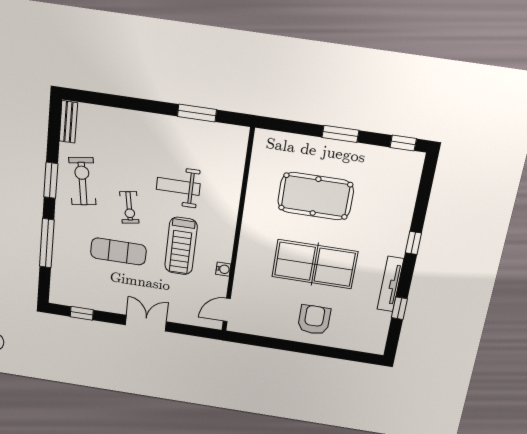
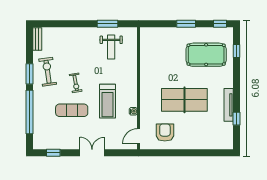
weight bench: (178, 186) -> (111, 47), moved, turned -90
pool table: (316, 196) -> (206, 55), moved
window: (47, 243) -> (30, 112), width x1.46
window: (413, 243) -> (236, 51), moved
armchair: (314, 320) -> (165, 132), moved

